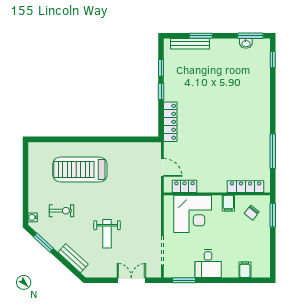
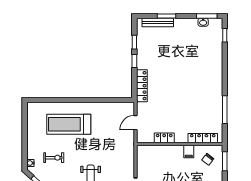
door: (162, 167) -> (135, 123), swing flipped
locker: (185, 186) -> (164, 138), moved
corner desk: (193, 214) -> (160, 160), removed

